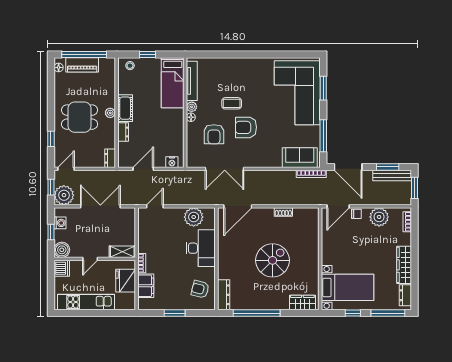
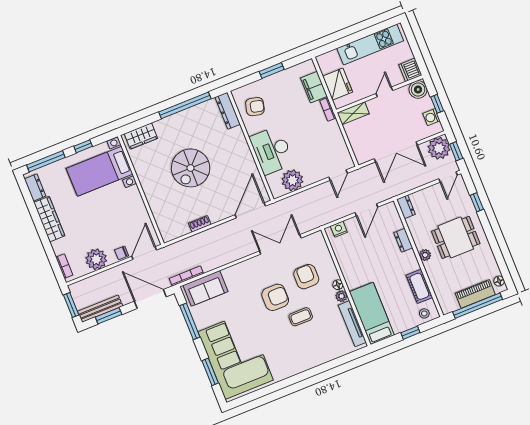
cot: (125, 108) -> (419, 286), moved

